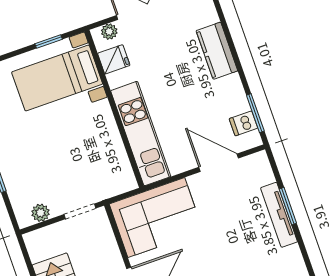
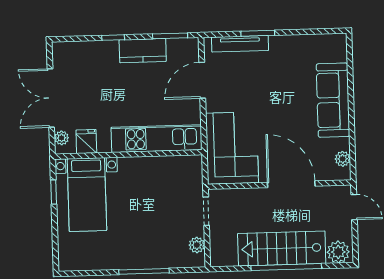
kitchen counter: (217, 51) -> (143, 51), moved
window: (234, 53) -> (113, 38), added
dishwasher: (243, 123) -> (176, 49), removed
tv unit: (279, 215) -> (240, 44), moved

